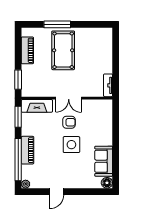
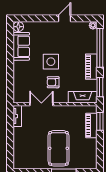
piano: (27, 50) -> (91, 126), moved
double door: (69, 98) -> (41, 104), moved
piano: (28, 150) -> (91, 67), moved

